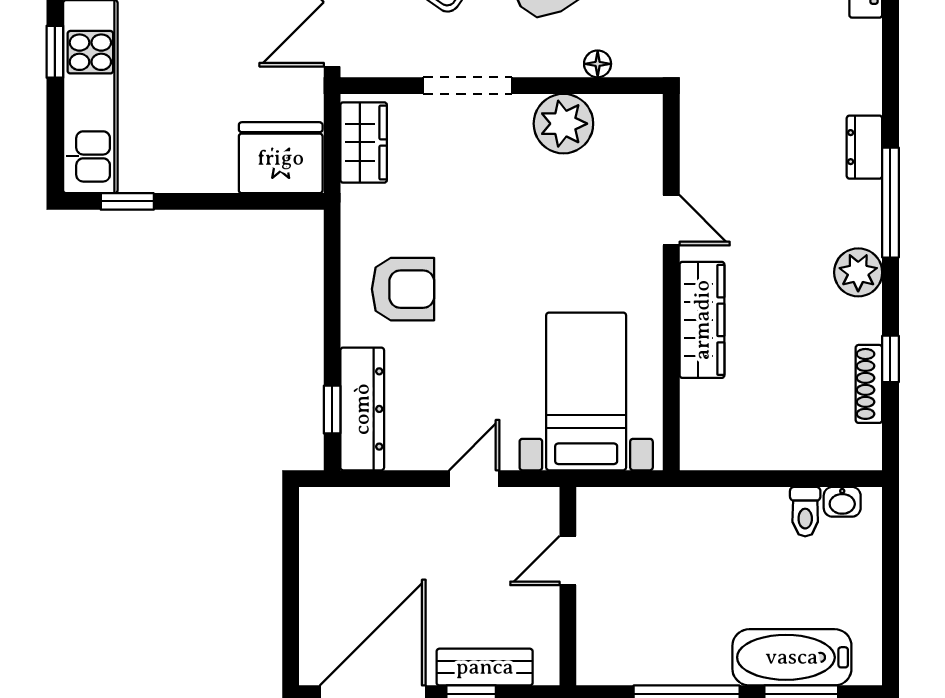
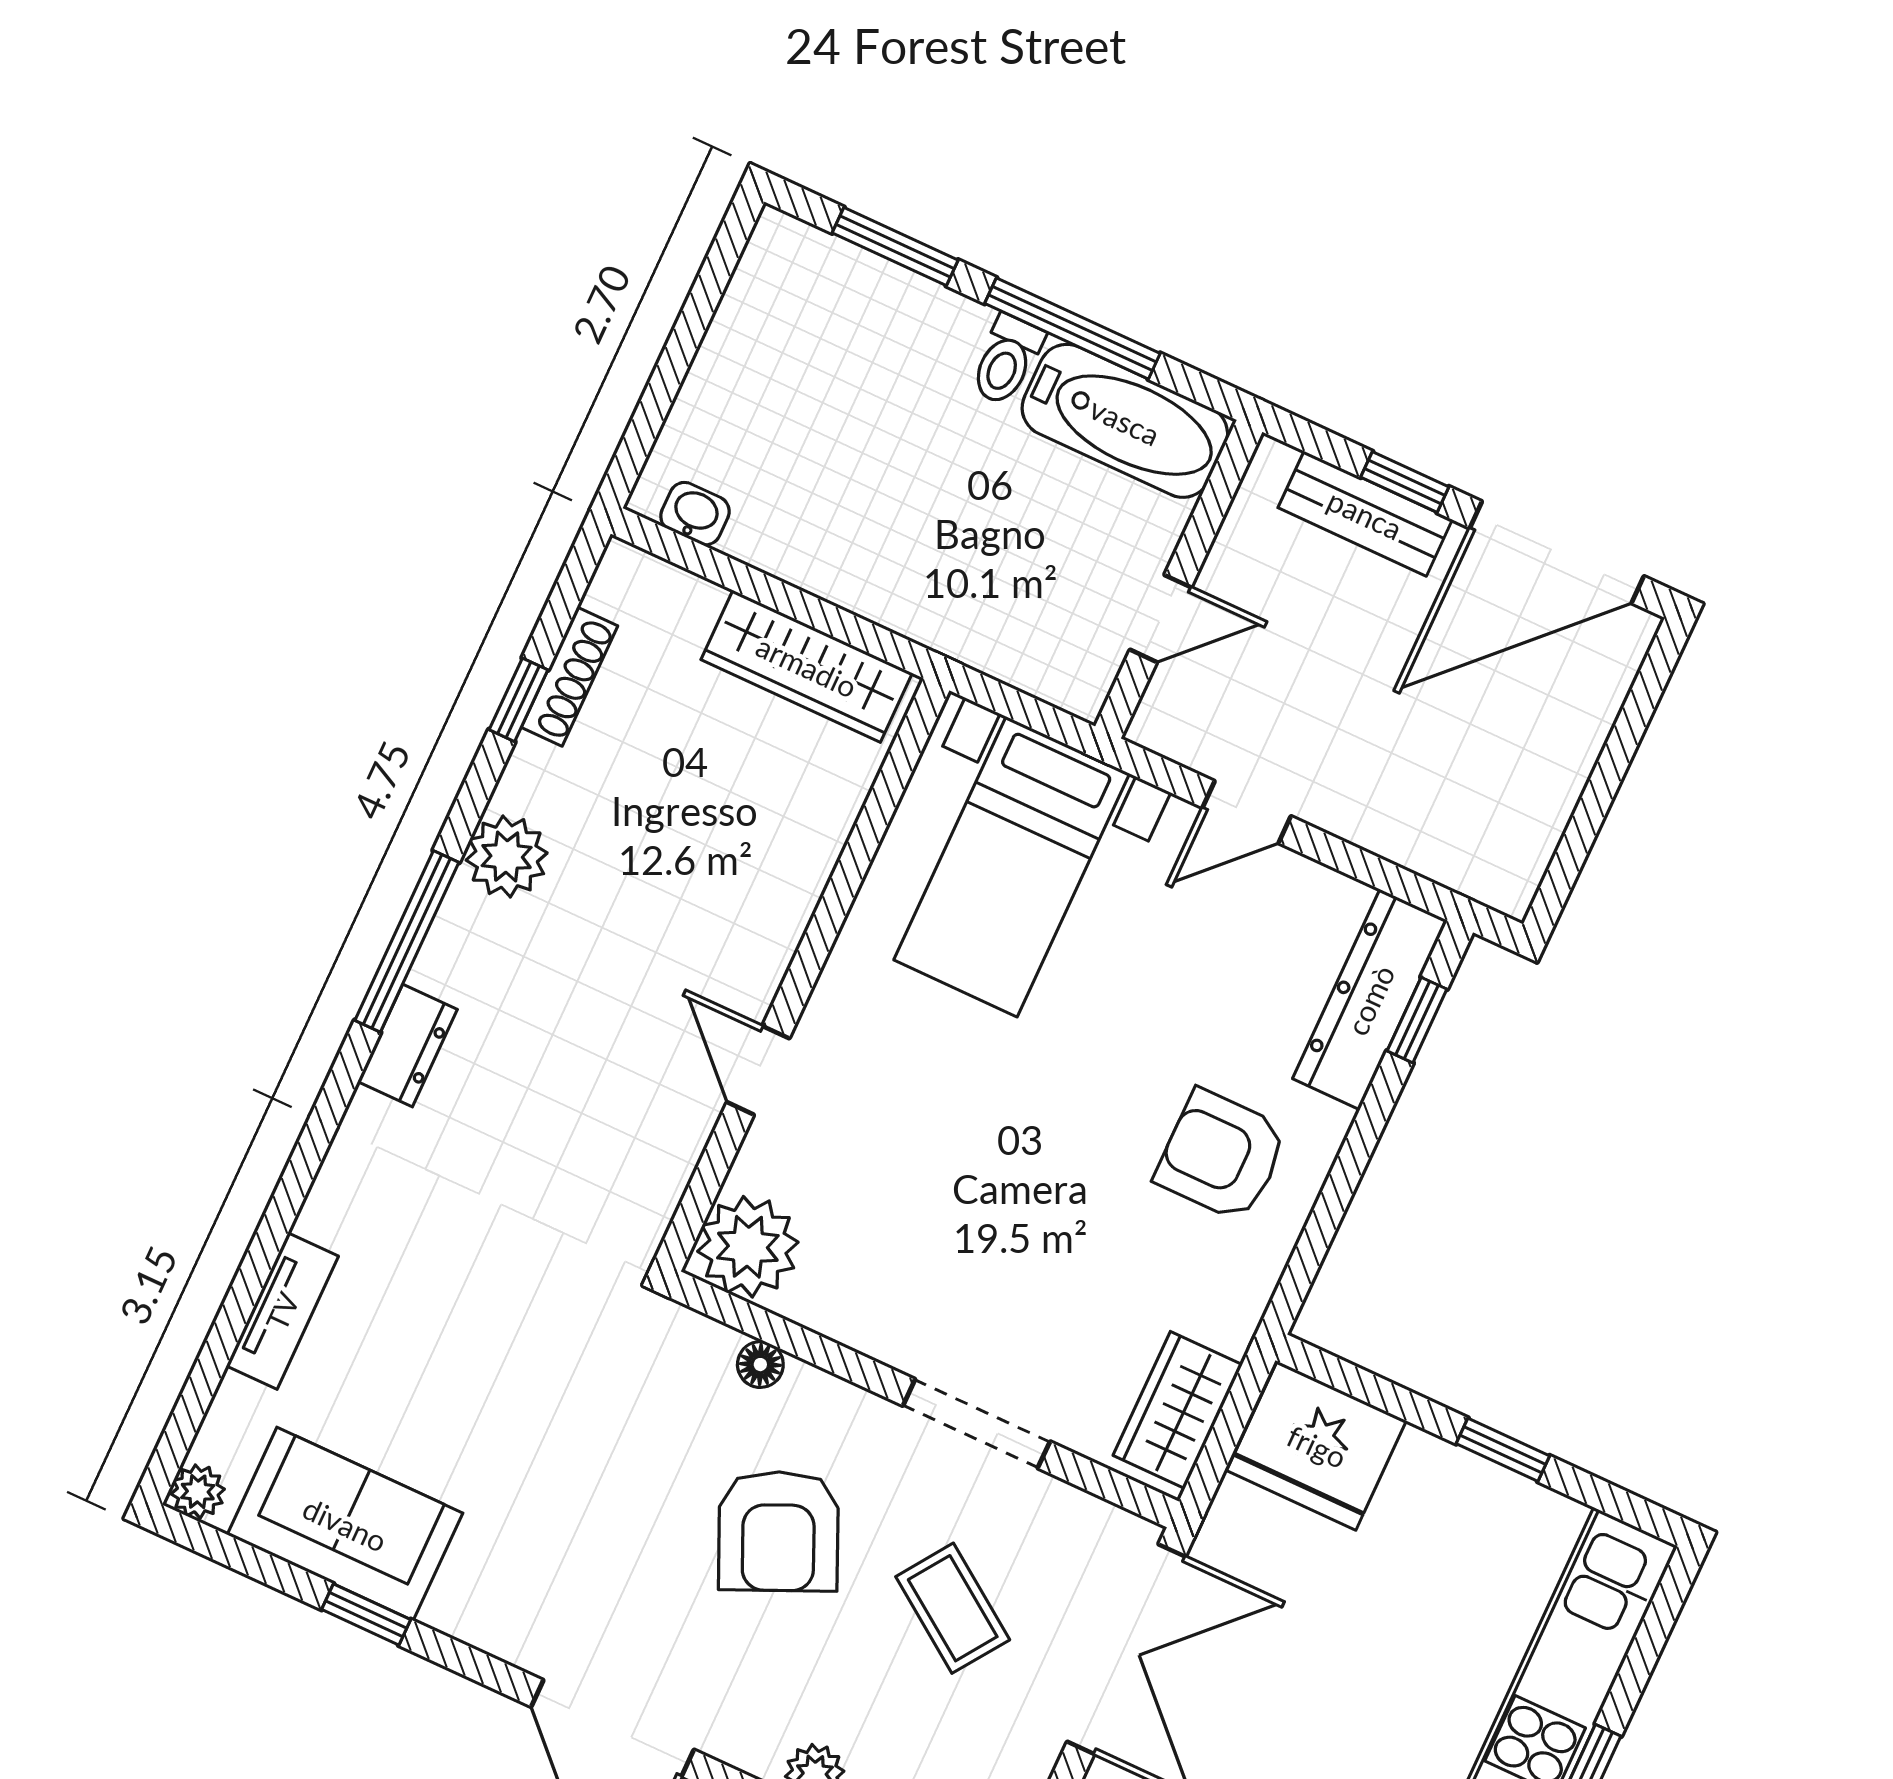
plant: (563, 124) -> (748, 1247), moved
window: (127, 201) -> (1503, 1450), moved
wardrobe: (702, 320) -> (807, 666), moved, turned -90
toilet: (805, 512) -> (1007, 360), moved, turned 180
bathtub: (792, 657) -> (1125, 421), moved

